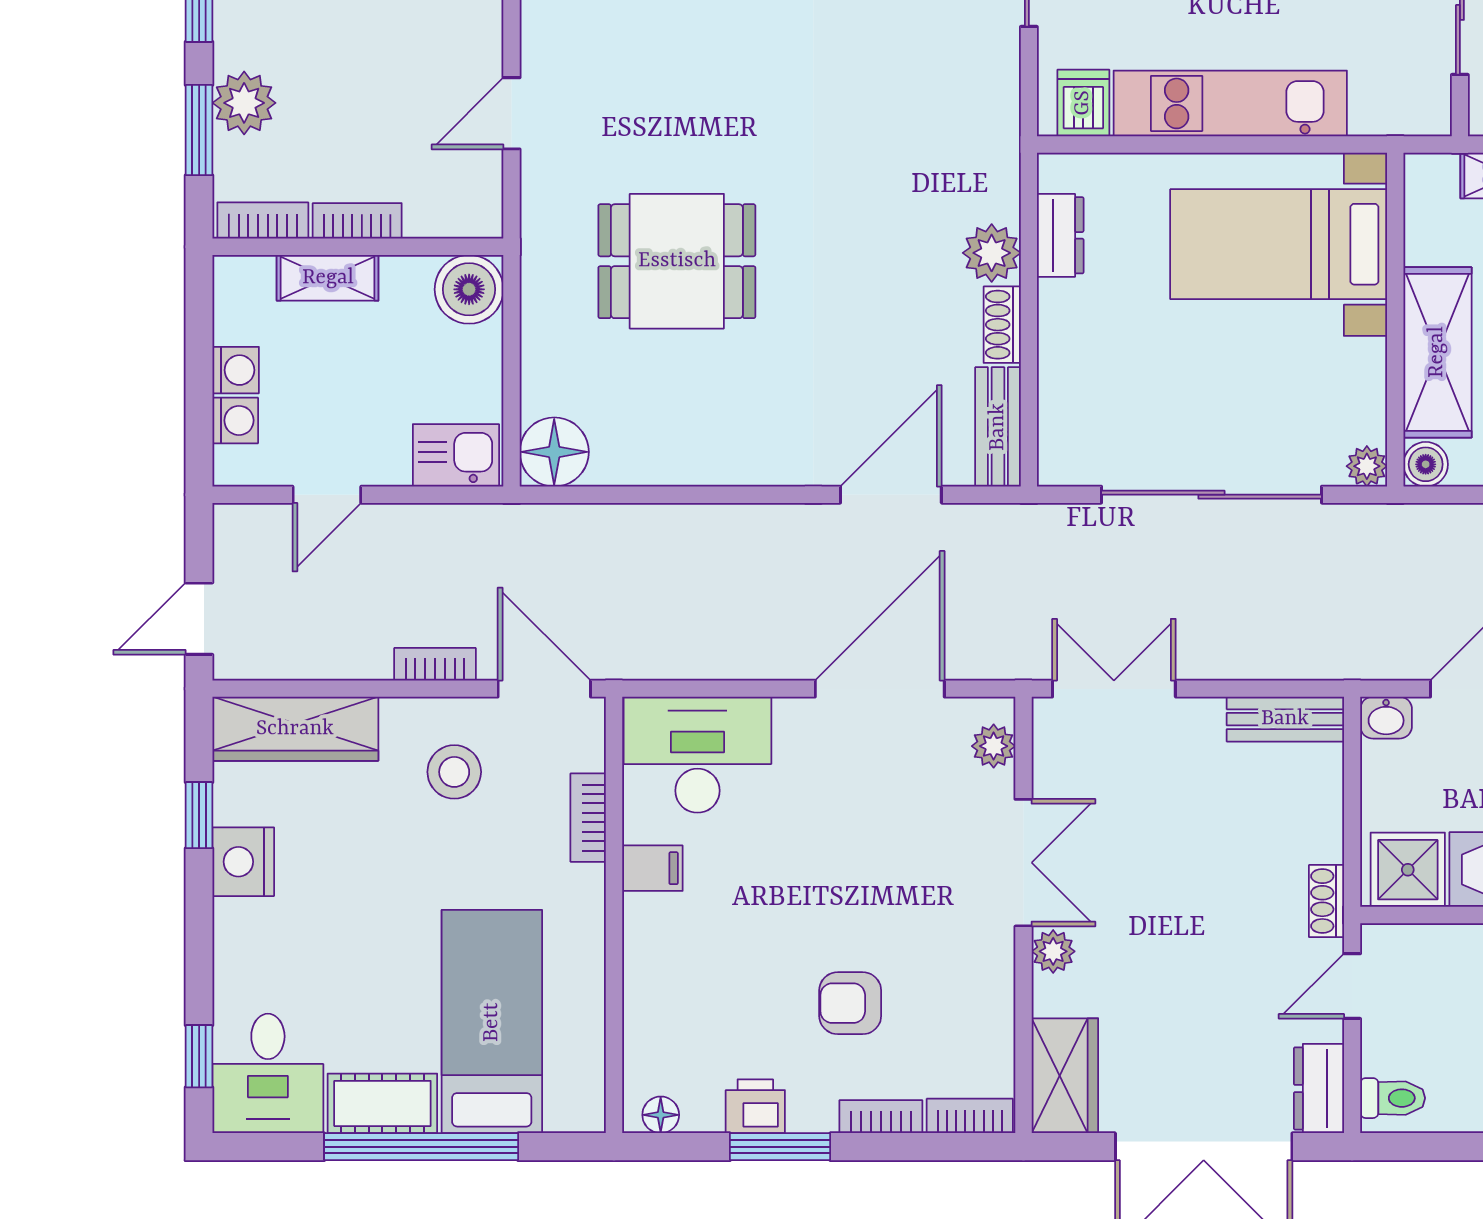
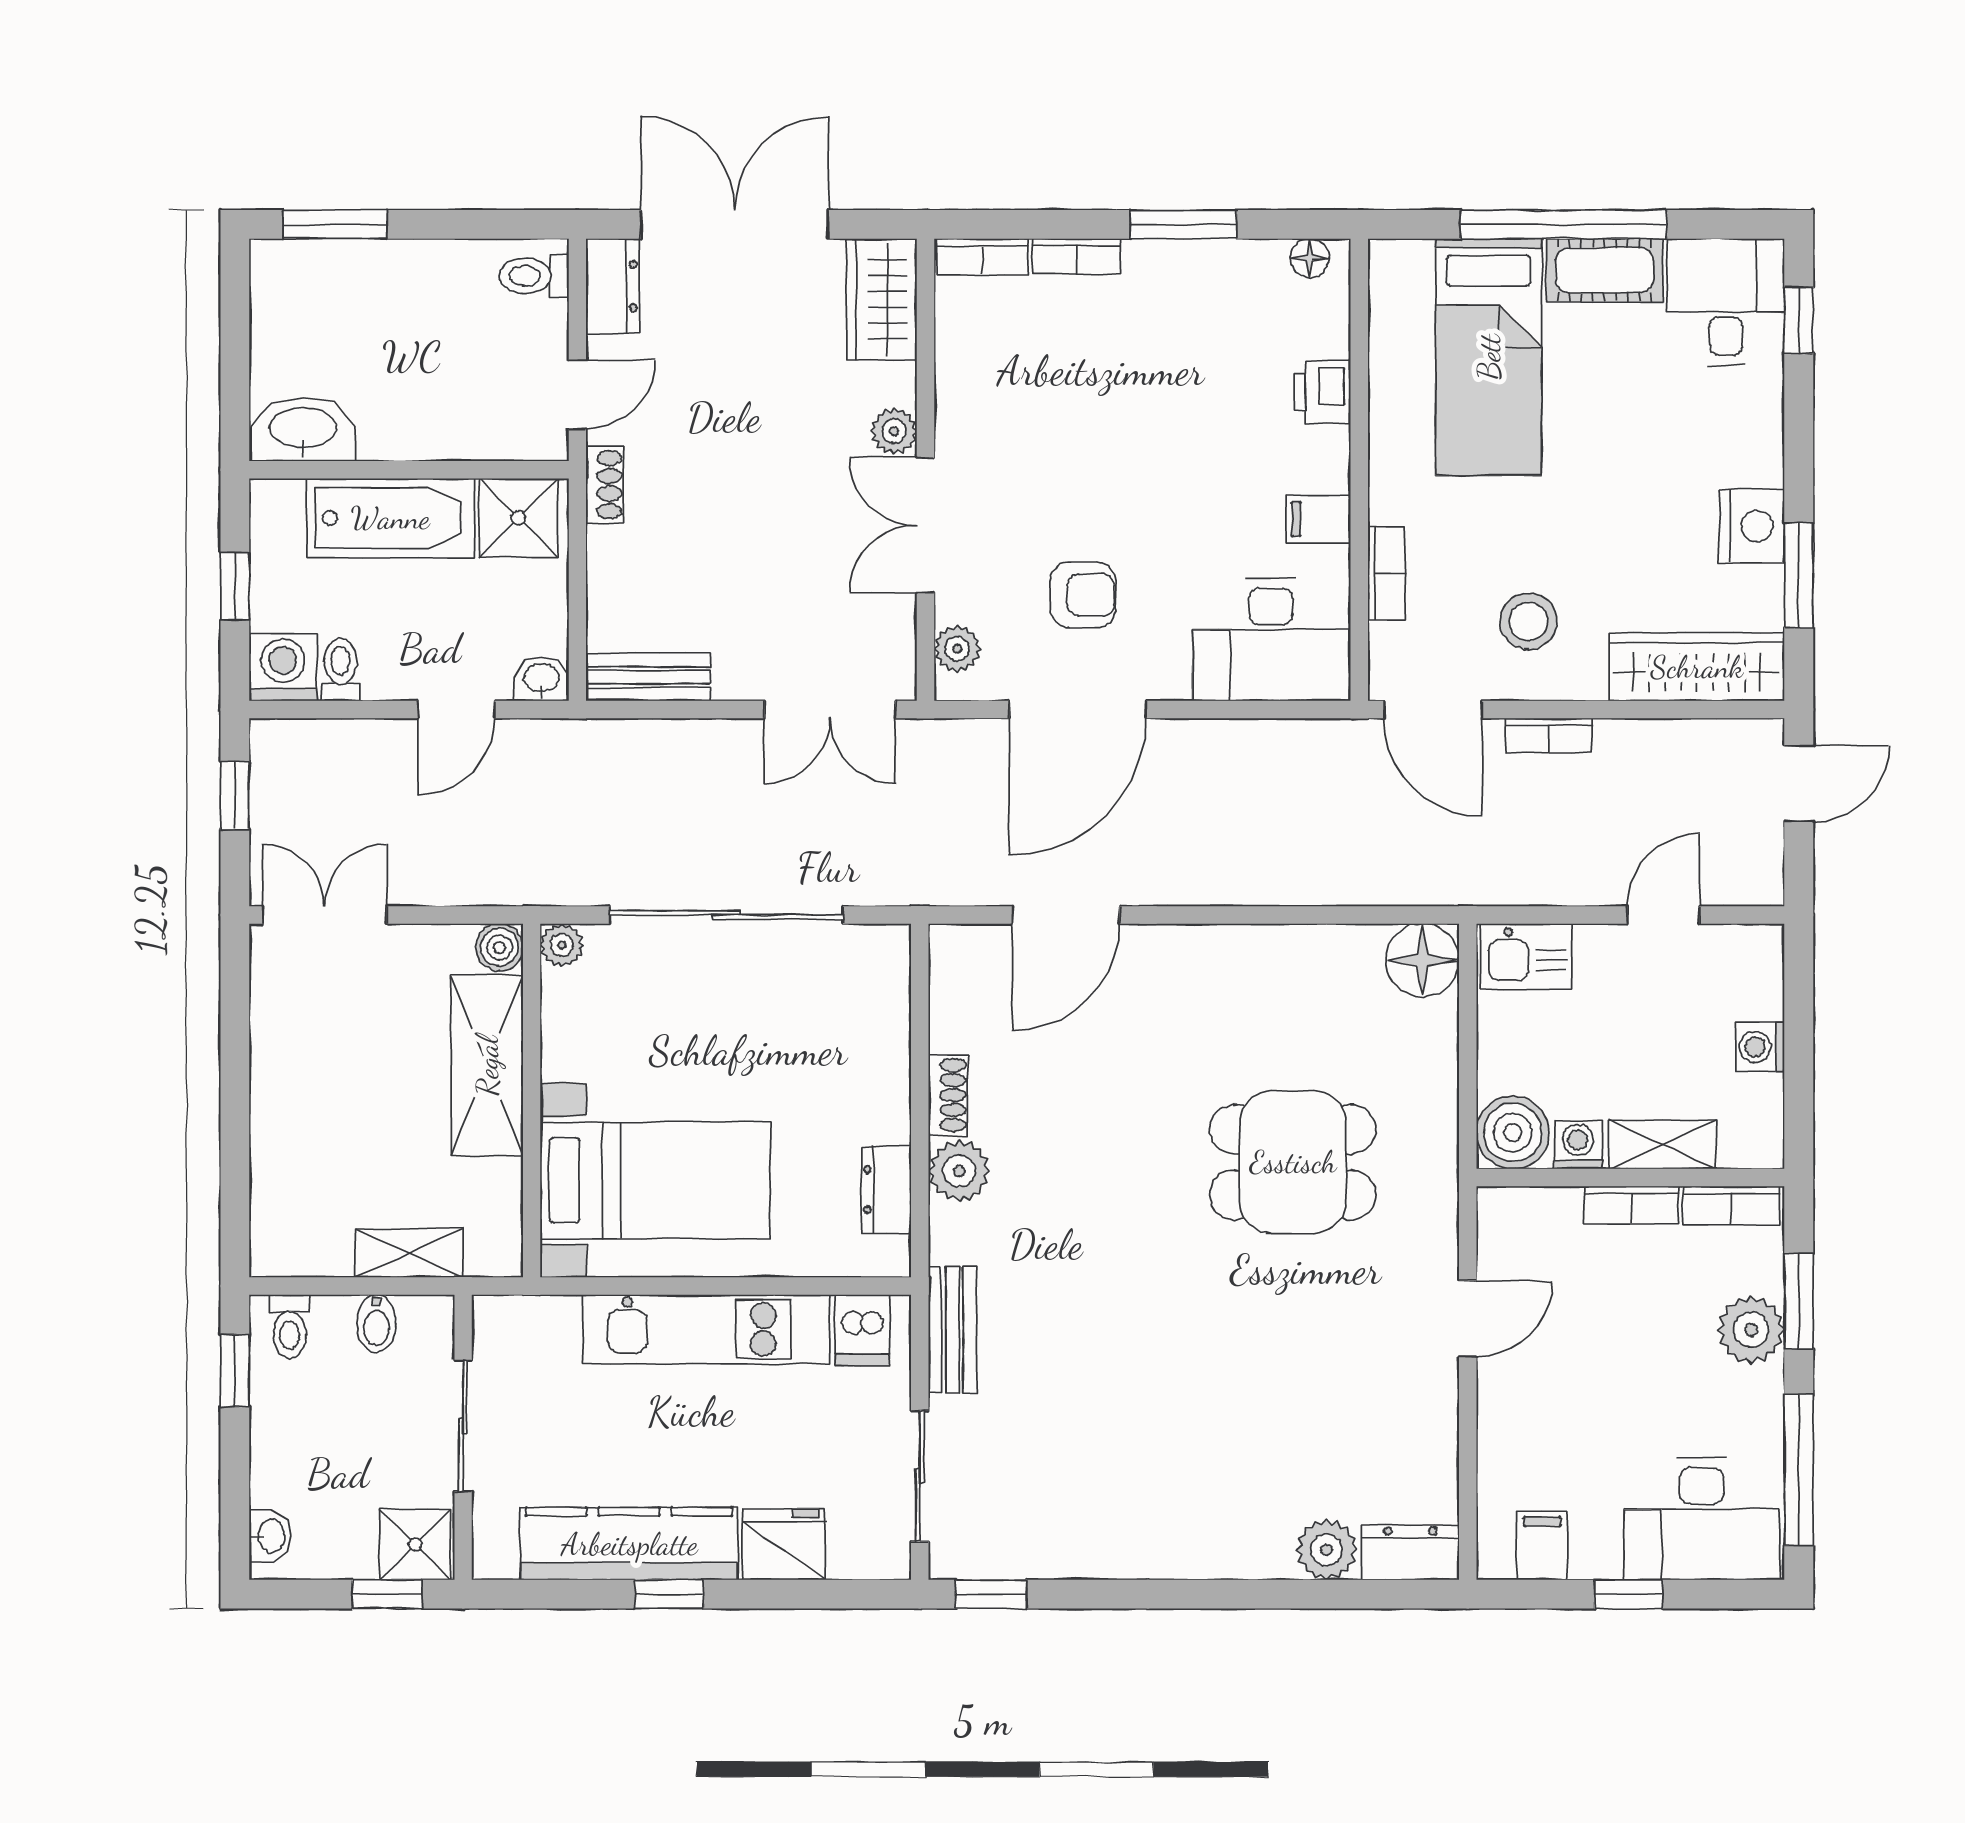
washing machine: (235, 420) -> (1578, 1145), moved, turned 90
bench: (998, 427) -> (952, 1330), moved
window: (199, 815) -> (1799, 575), width x1.50
armchair: (850, 1003) -> (1083, 595), moved
printer: (755, 1106) -> (1322, 392), moved, turned 90

